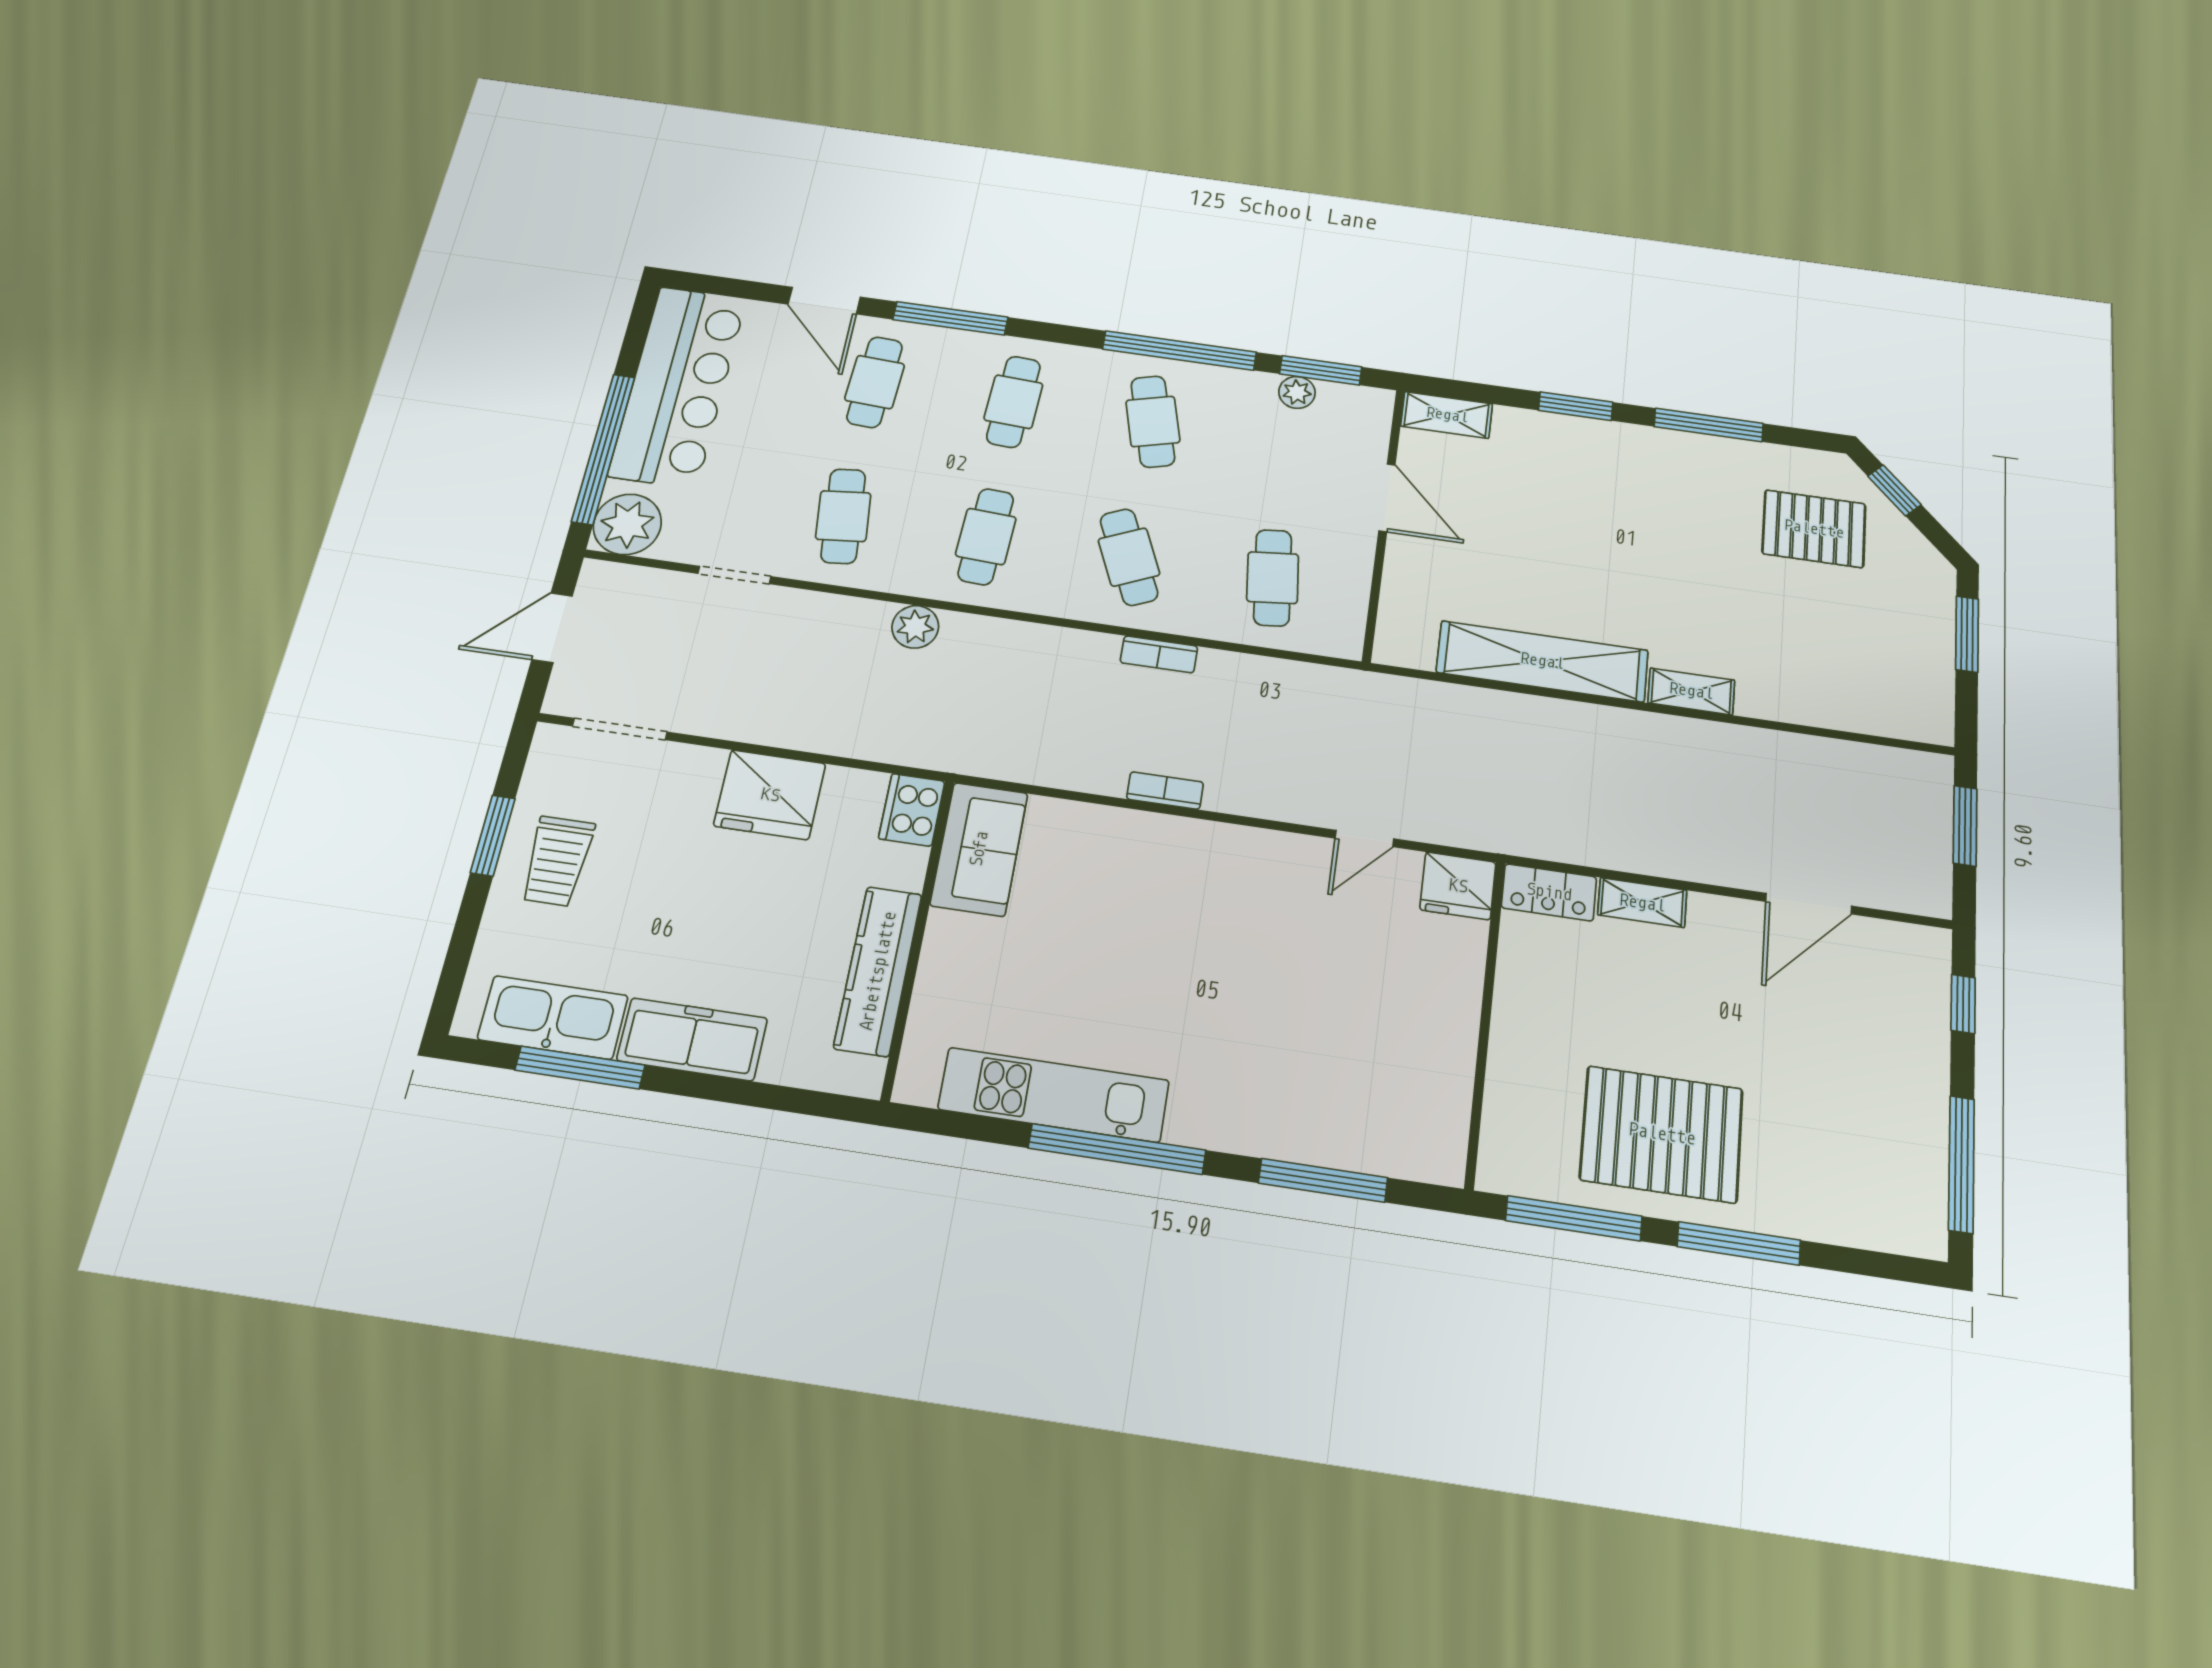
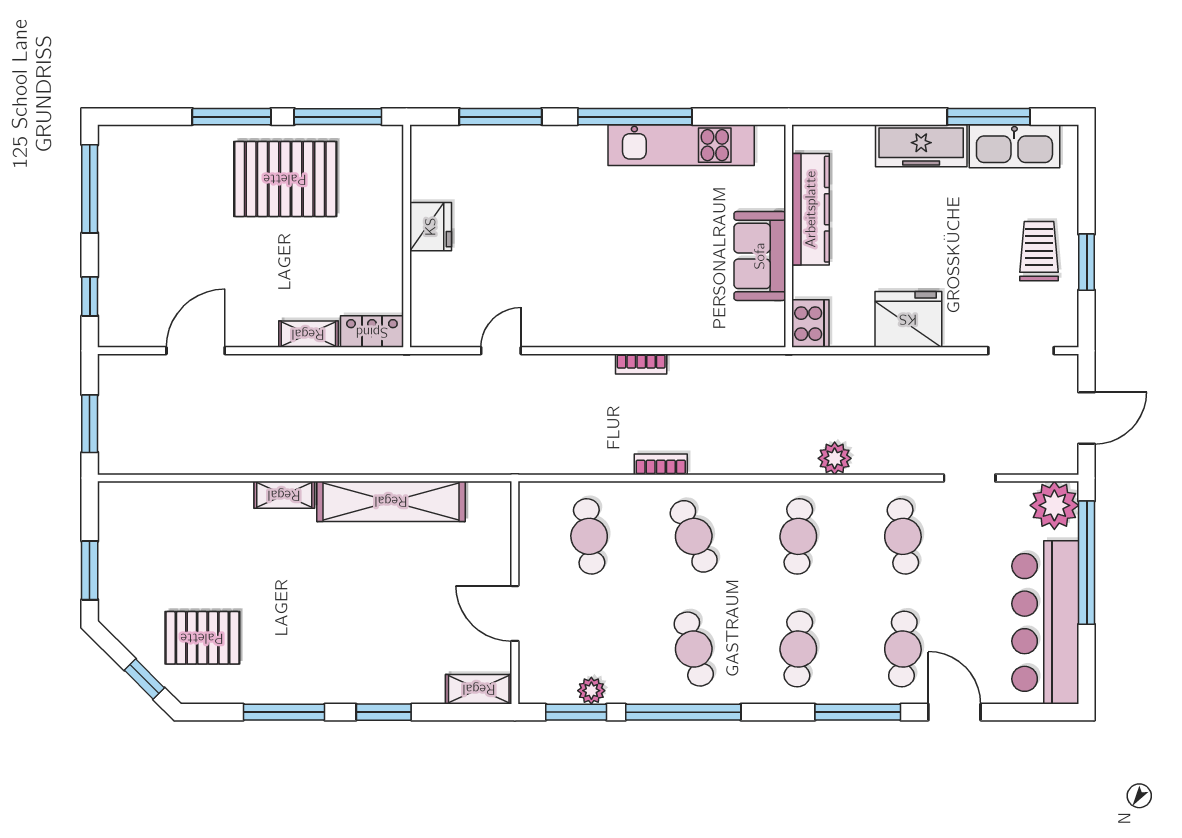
sofa: (979, 849) -> (760, 256), moved
fridge: (1458, 886) -> (431, 227), moved, turned 90

